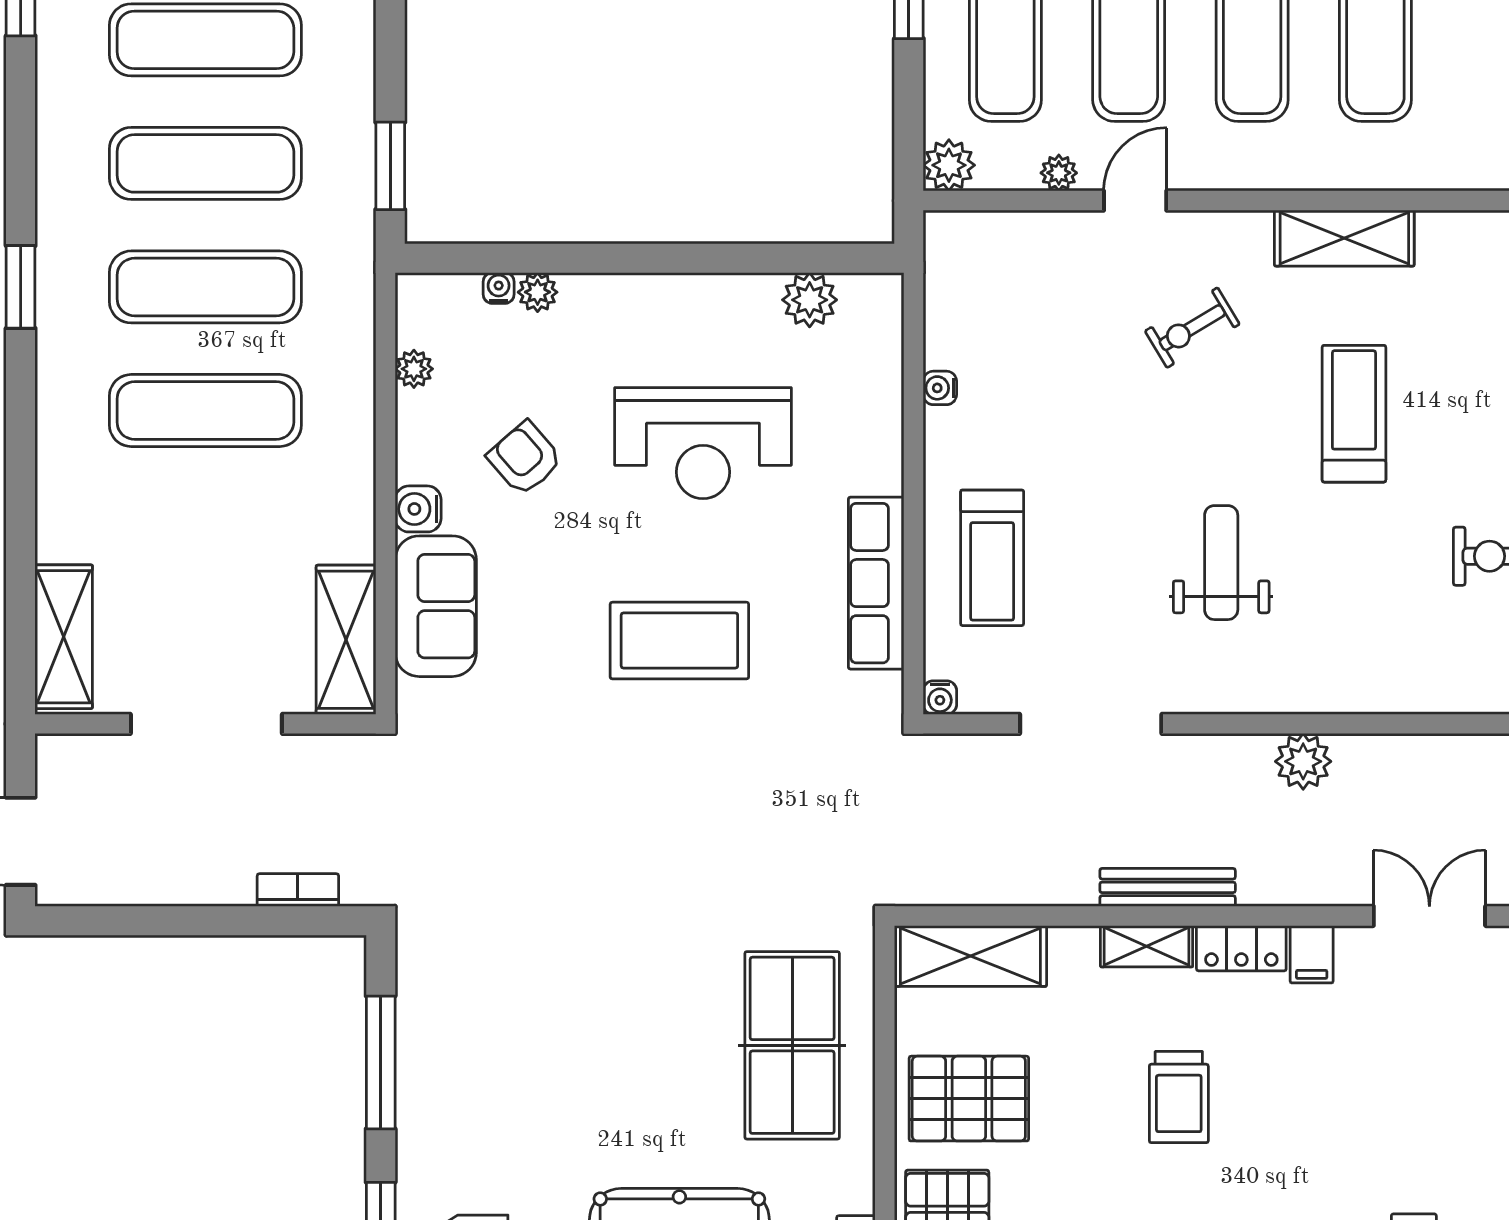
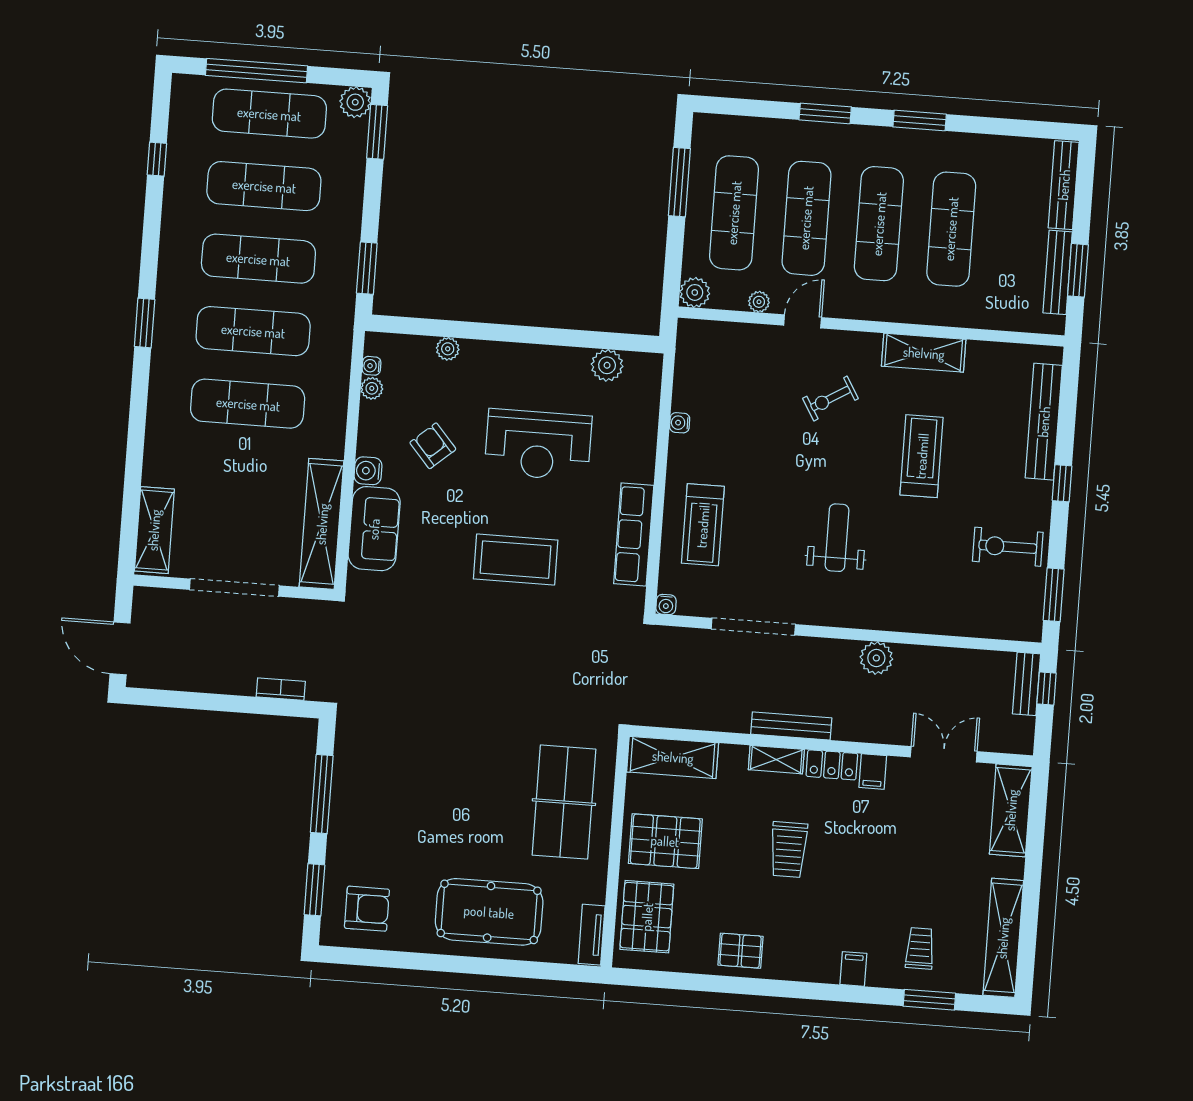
water cooler: (499, 288) -> (371, 366), moved, turned -90
shelving: (346, 640) -> (322, 524), width x1.47

